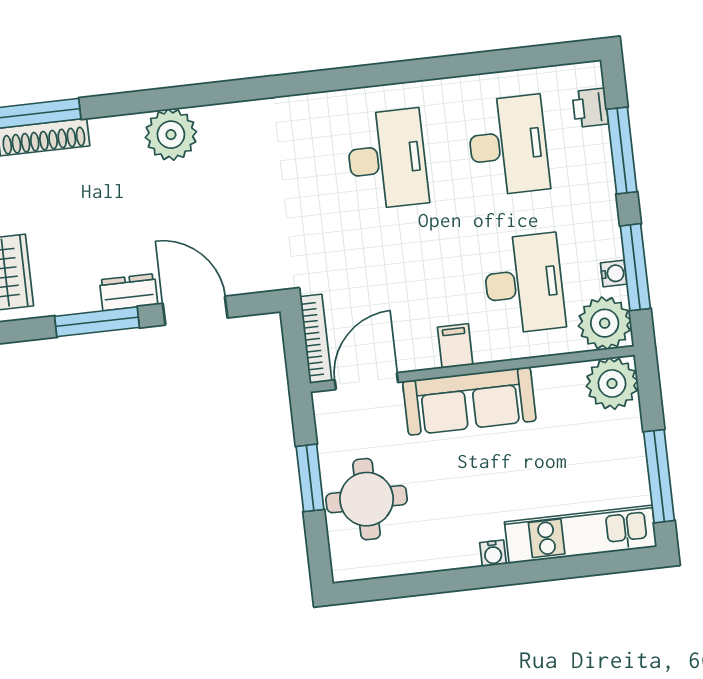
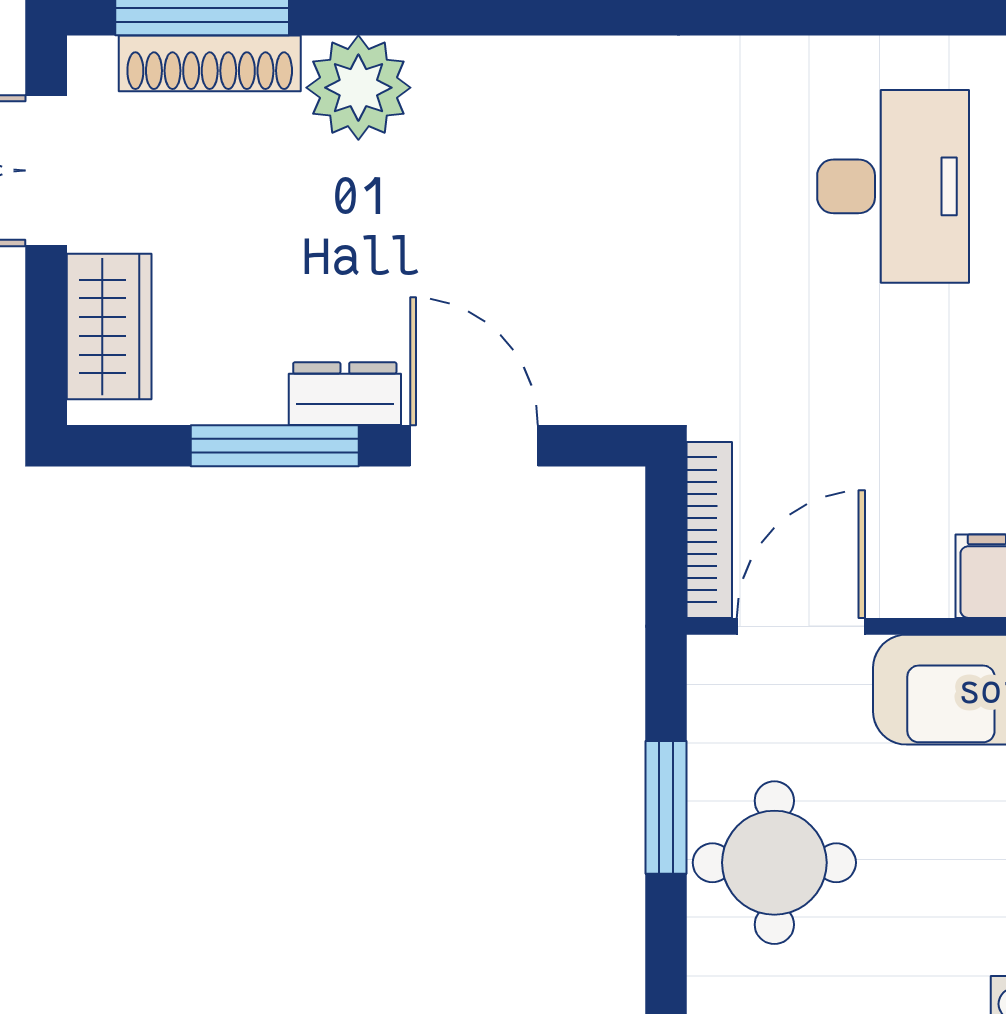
plant: (171, 135) -> (358, 88), moved

